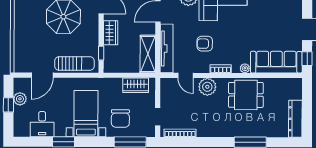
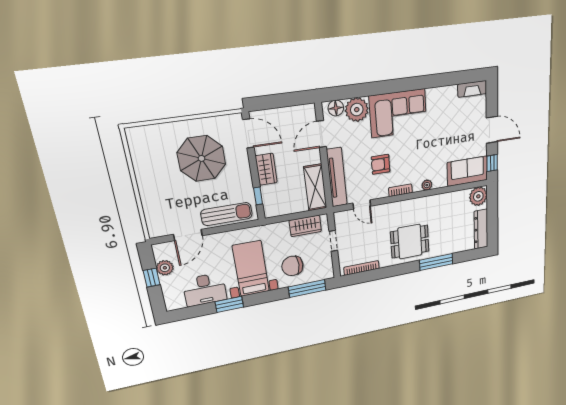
sofa: (276, 62) -> (467, 171), width x0.73
plant: (207, 87) -> (478, 196), moved
dining table: (246, 95) -> (410, 242), moved
doorway: (158, 117) -> (333, 241), moved
chair: (120, 118) -> (292, 266), turned 90
desk: (42, 124) -> (205, 290), width x1.37

